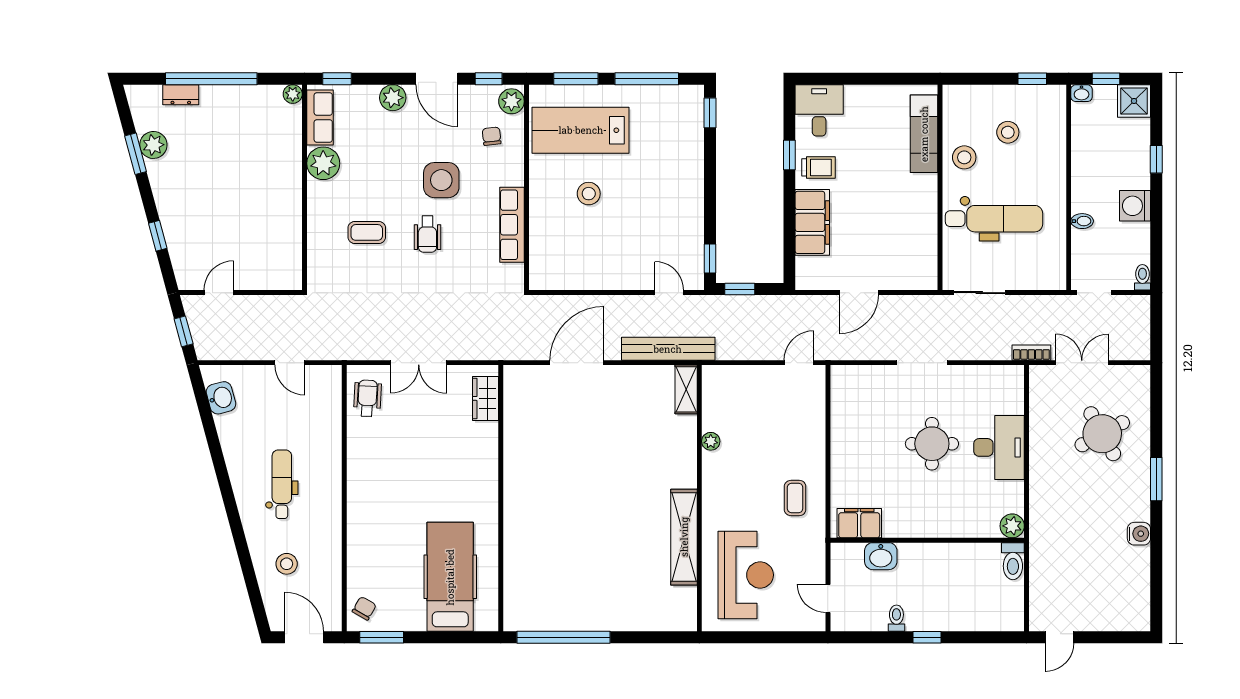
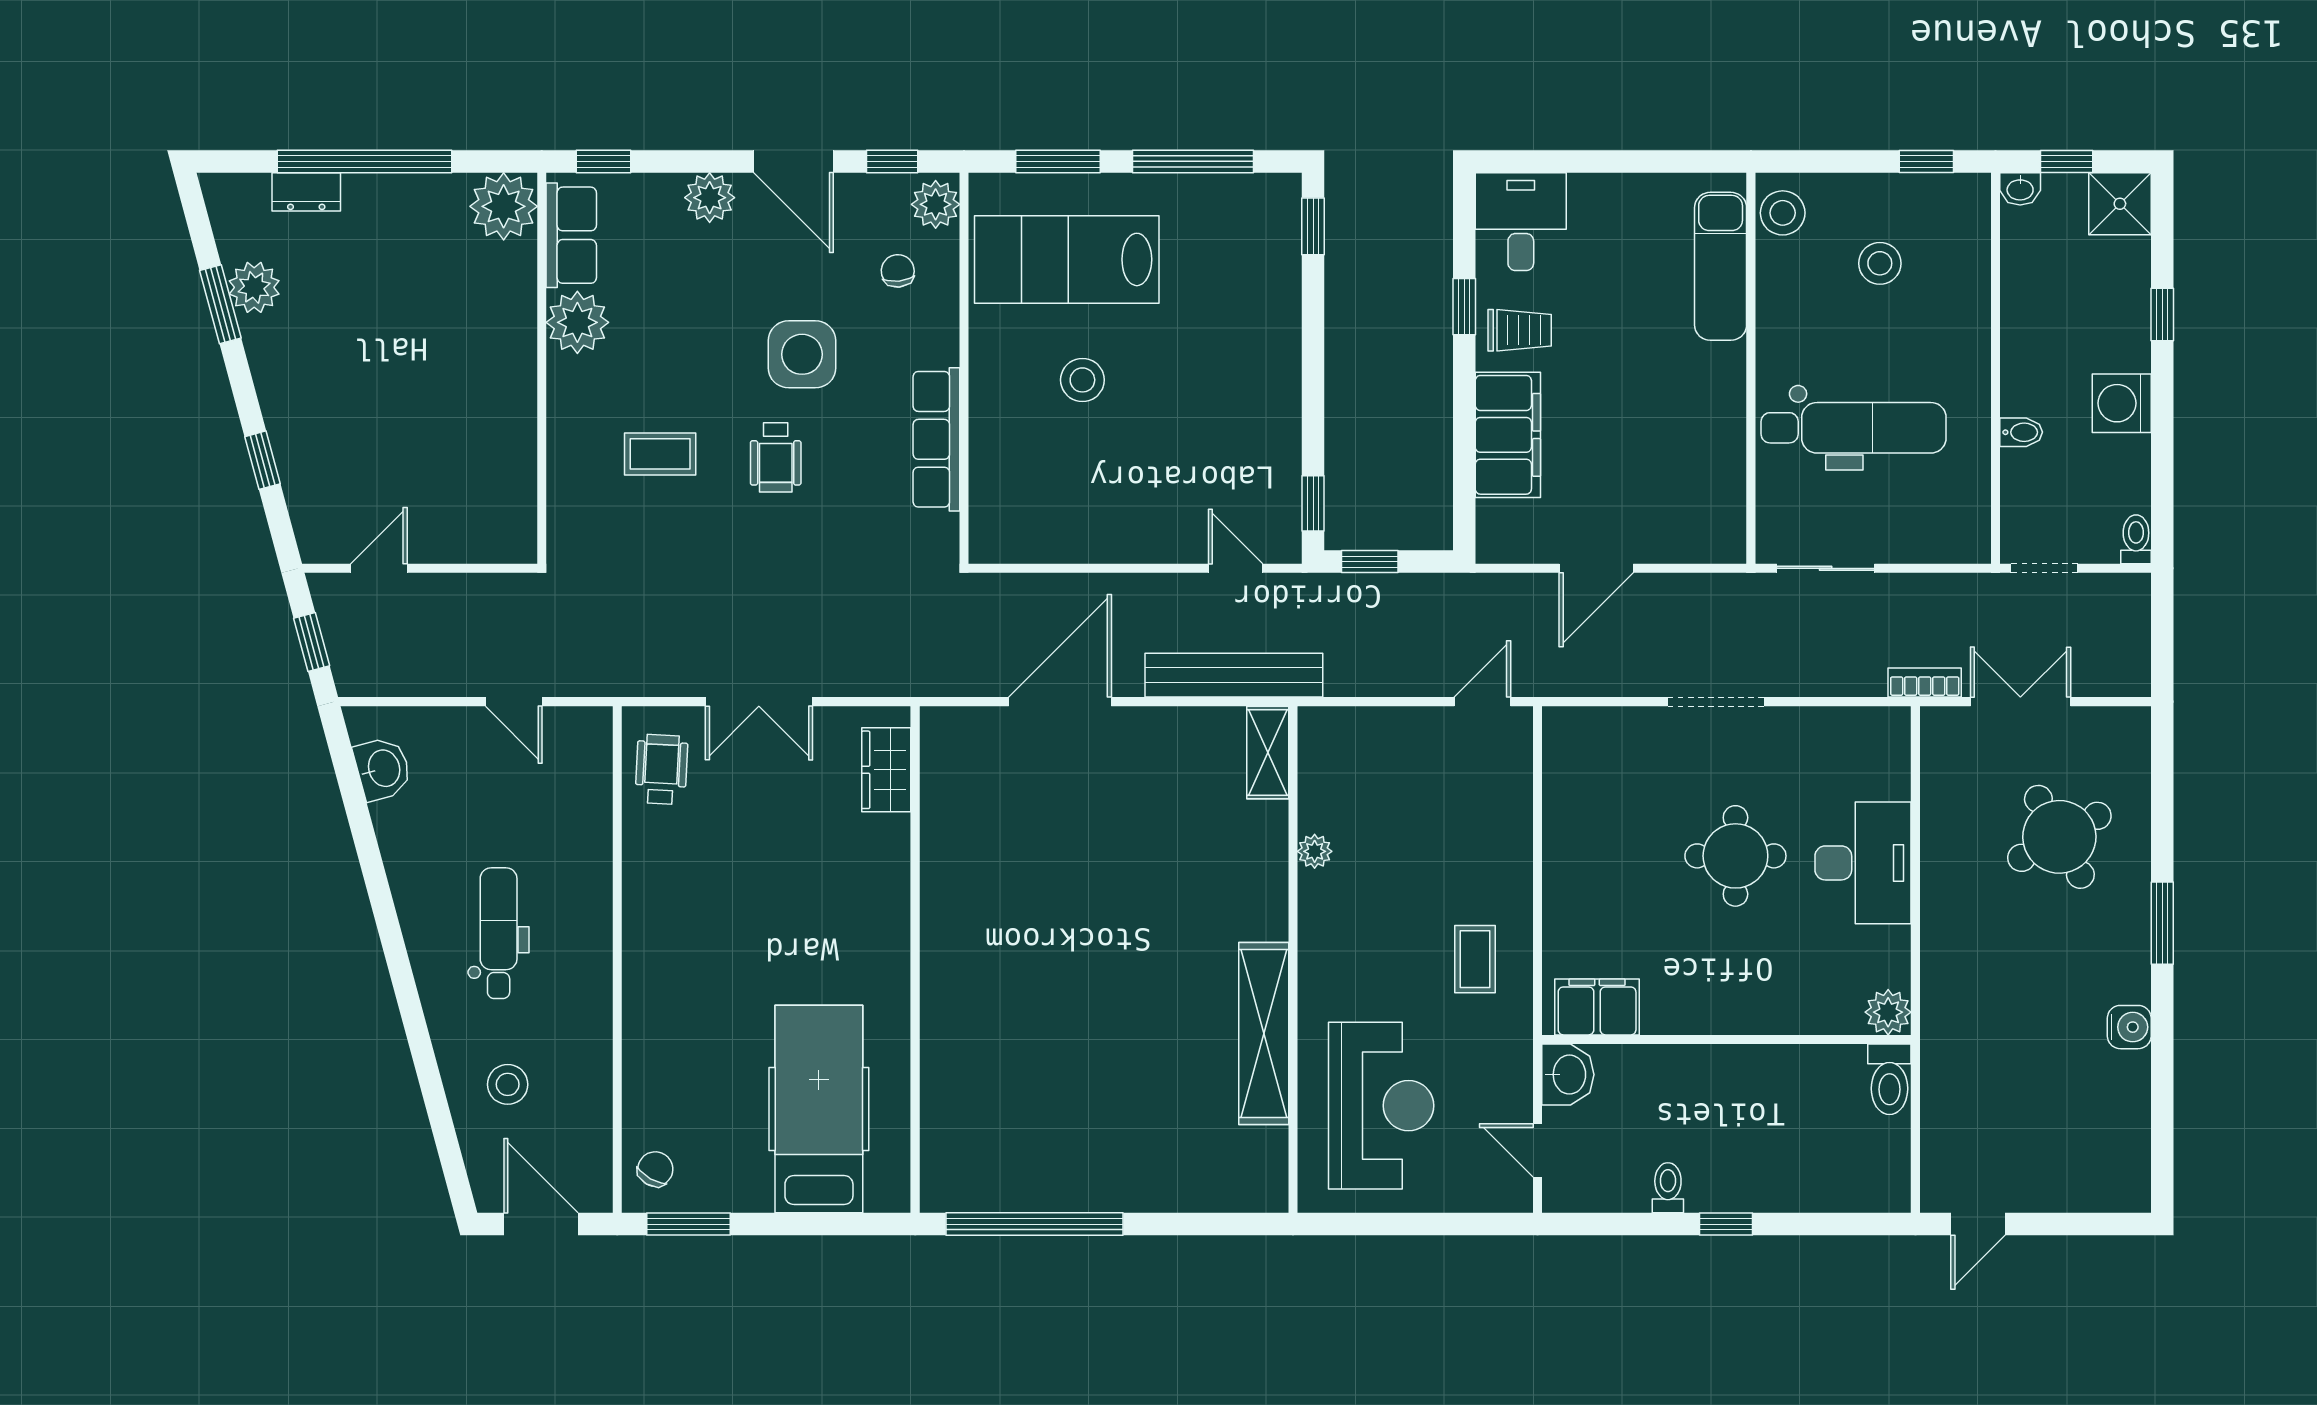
plant: (293, 94) -> (504, 206), width x1.88, depth x1.88
stool: (964, 157) -> (1783, 213), moved
washbasin: (881, 556) -> (1568, 1075), moved, turned -90

